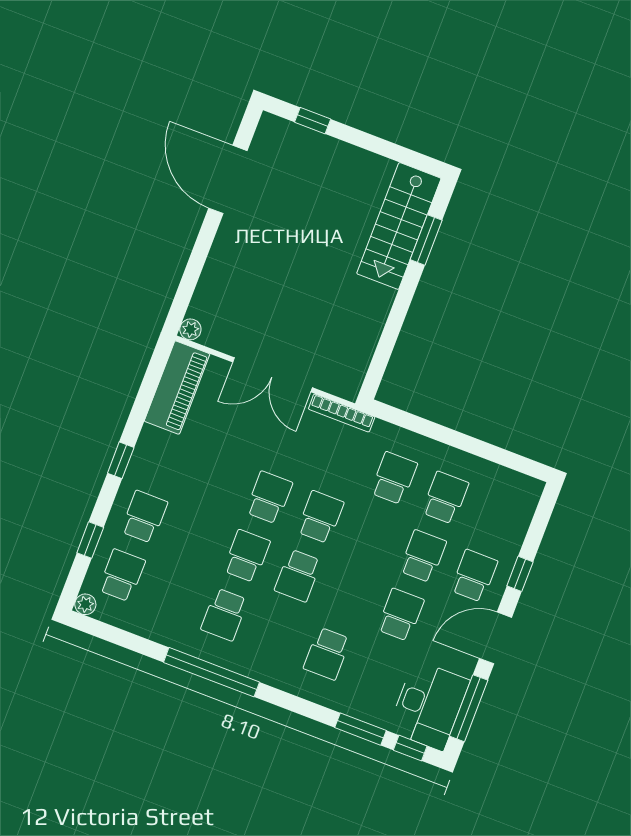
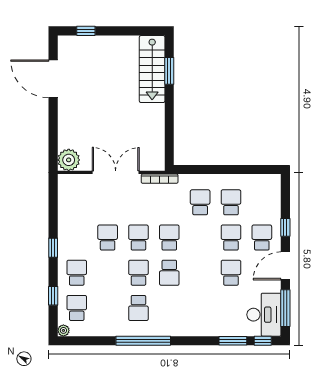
plant: (190, 329) -> (69, 160), width x1.88, depth x1.88
double door: (273, 375) -> (116, 172), swing flipped
piano: (177, 388) -> (68, 198), removed
school desk: (327, 654) -> (108, 238), moved, turned 180

